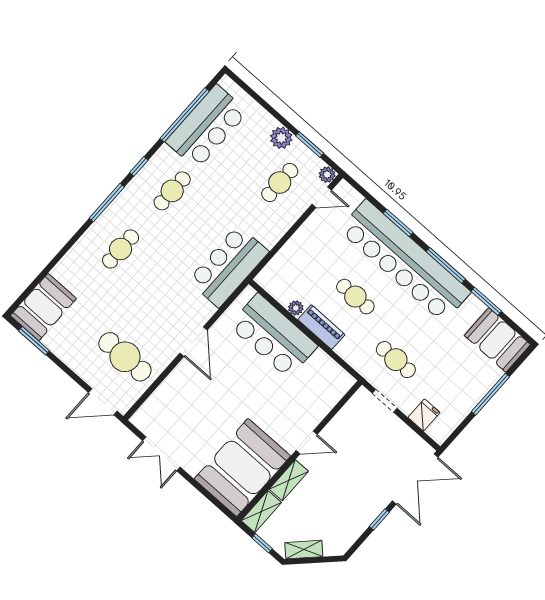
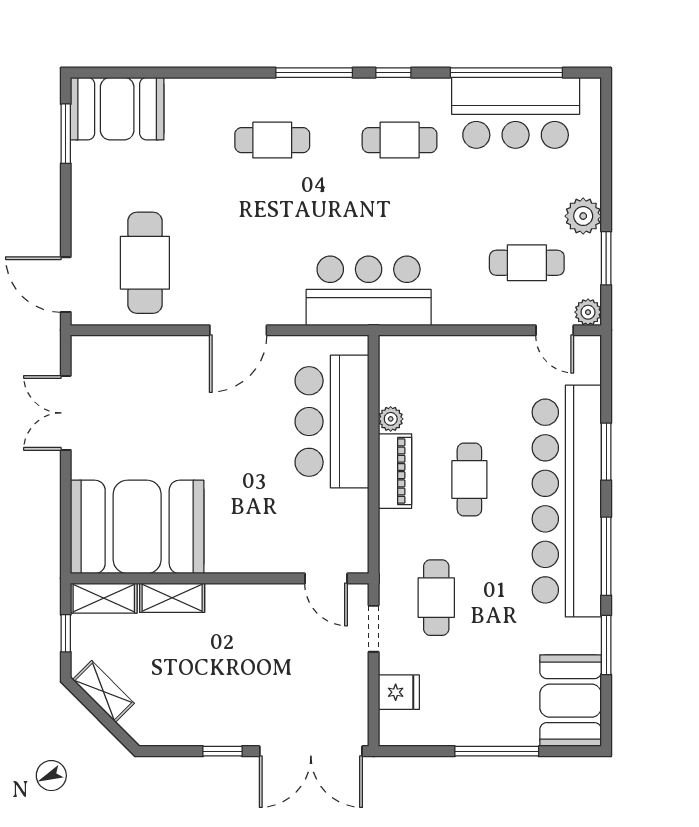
door: (307, 442) -> (326, 578), moved

